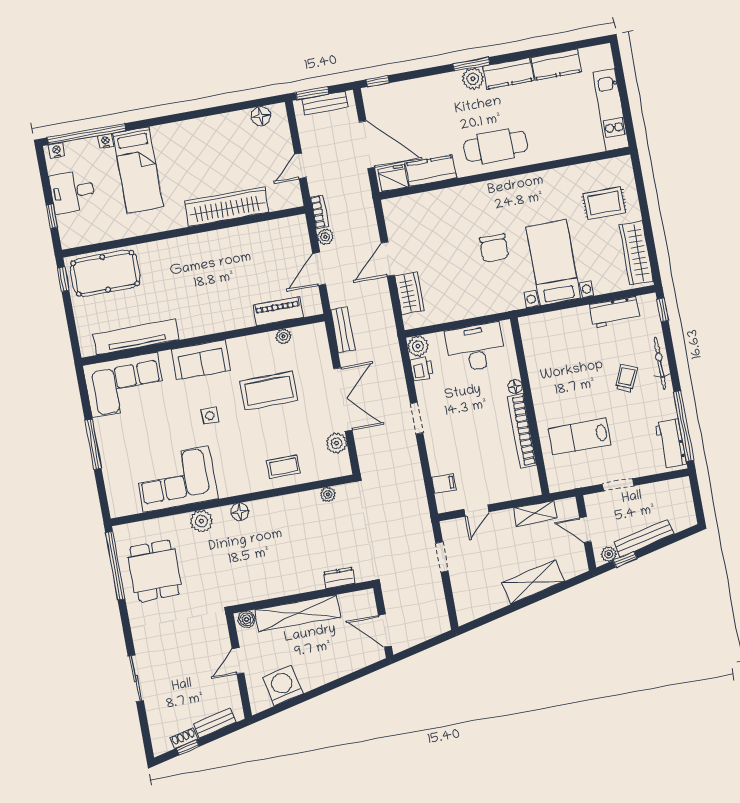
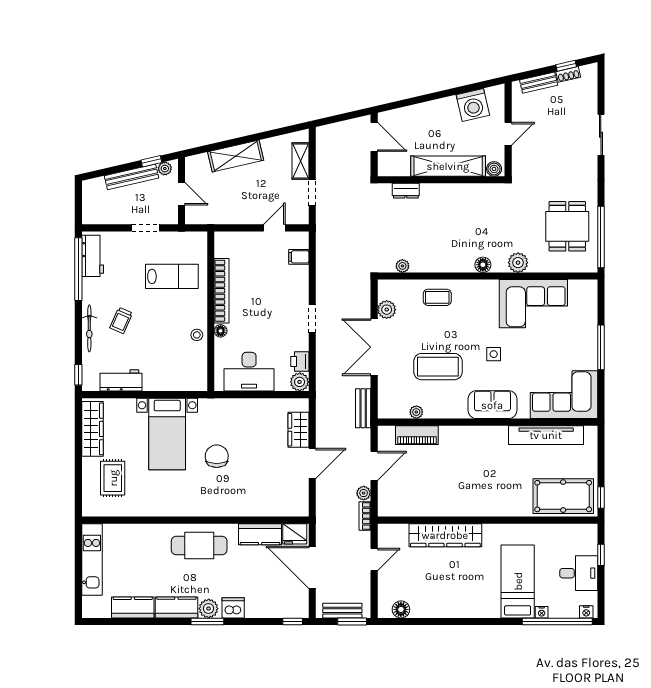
dishwasher: (446, 84) -> (233, 608), added
rug: (604, 203) -> (113, 478), turned 90
stool: (540, 377) -> (197, 335), added
shelving: (535, 513) -> (300, 161), moved, turned 90

